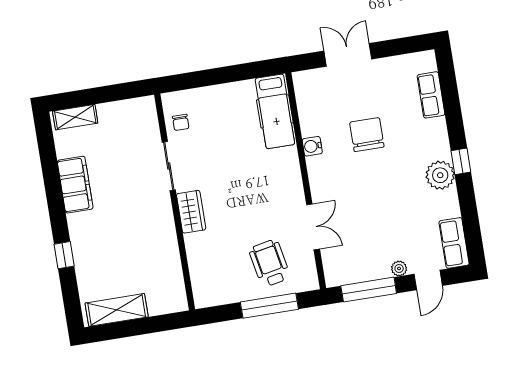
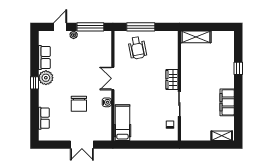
double door: (313, 227) -> (113, 78), moved
row of seats: (454, 243) -> (44, 58), moved
shelving: (117, 310) -> (196, 37), moved

